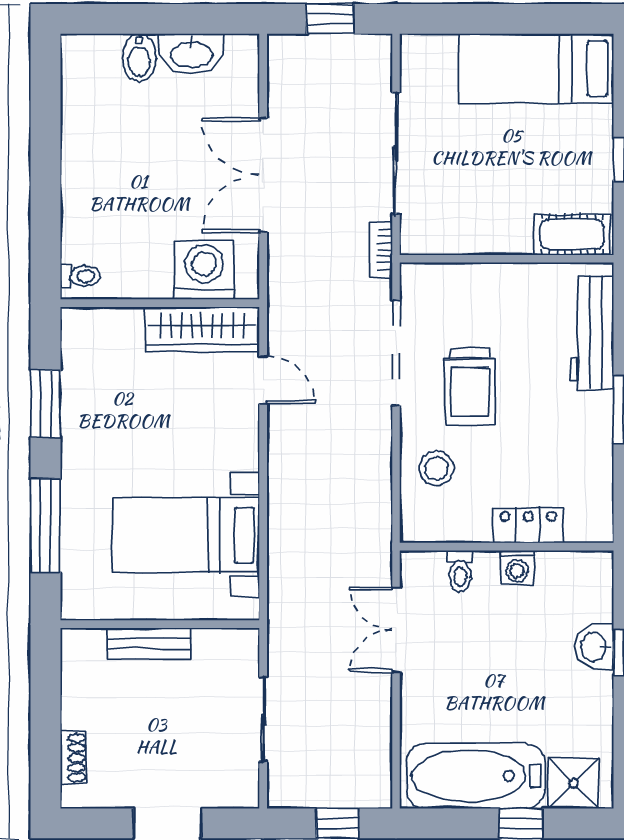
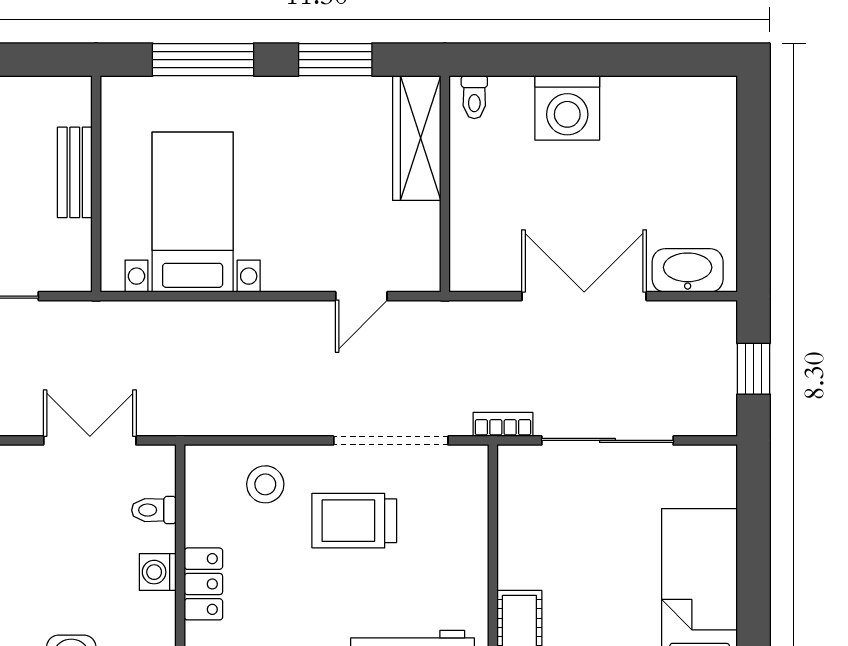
washbasin: (191, 54) -> (688, 270), moved, turned 90
bidet: (139, 58) -> (711, 161), removed
washing machine: (204, 270) -> (567, 108), moved, turned 90
wardrobe: (202, 329) -> (417, 138), moved

